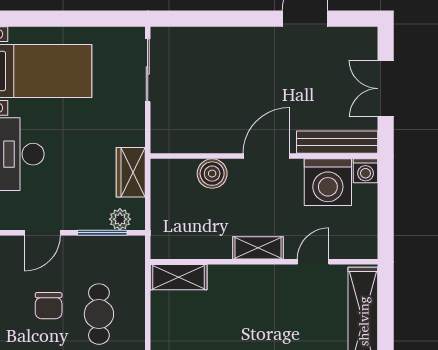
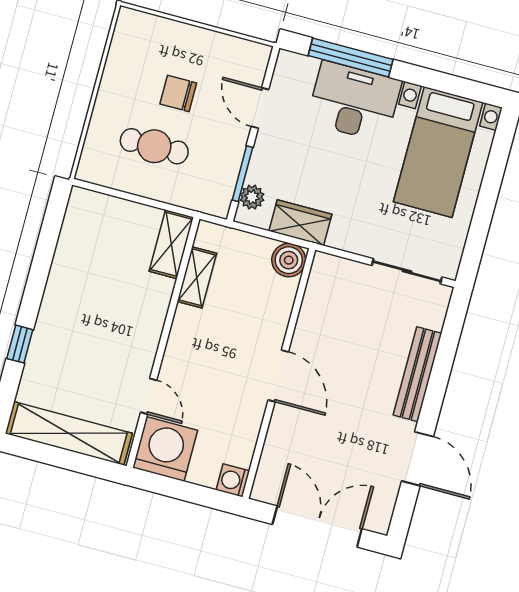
double door: (386, 89) -> (317, 527), width x1.37
bench: (337, 142) -> (417, 374), moved
boiler: (212, 174) -> (289, 260), moved
washing machine: (328, 182) -> (165, 449), moved, turned 90
shelving: (258, 248) -> (197, 277), moved

